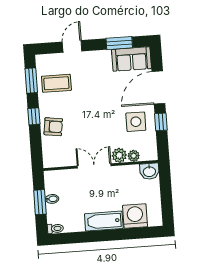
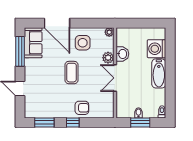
window: (119, 43) -> (20, 51), width x1.44
coffee table: (56, 83) -> (72, 73), moved
window: (161, 122) -> (84, 23), removed
armchair: (53, 127) -> (82, 108), turned 82
plant: (134, 156) -> (109, 32), moved
washbasin: (149, 171) -> (122, 54), moved

